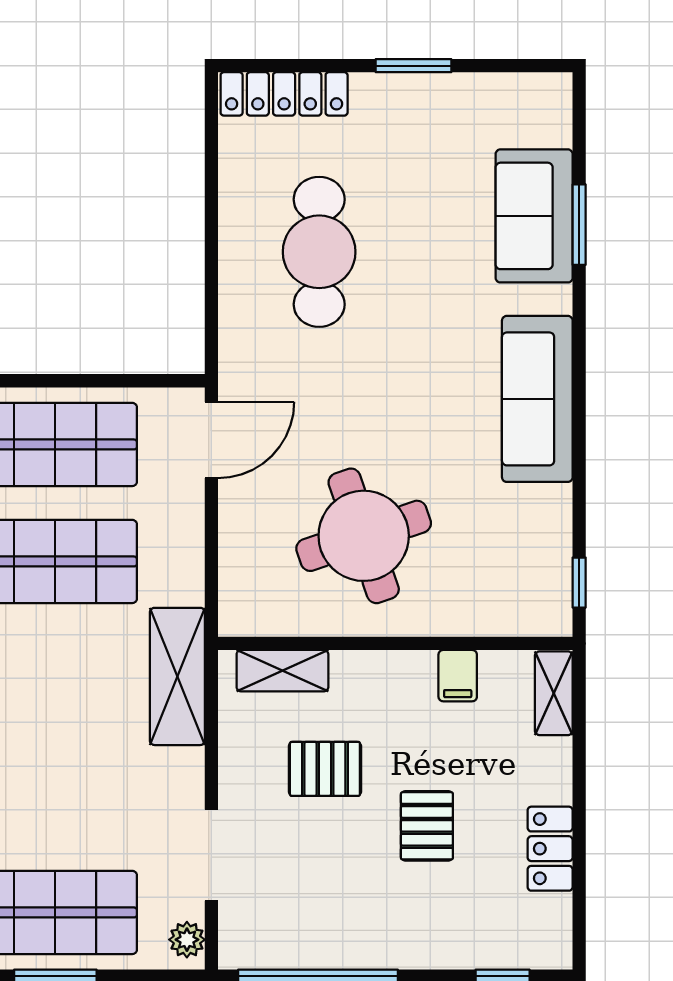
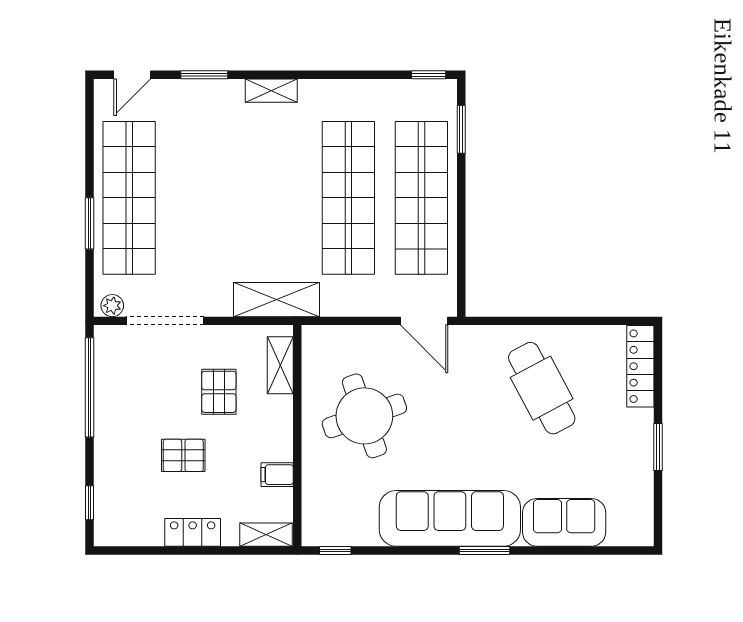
window: (579, 225) -> (485, 550), moved
cafe table: (319, 252) -> (542, 388), turned 62
sofa: (537, 399) -> (450, 518), width x1.36, depth x1.27
locker: (550, 849) -> (193, 532), moved
doorway: (211, 855) -> (165, 321), width x1.36

